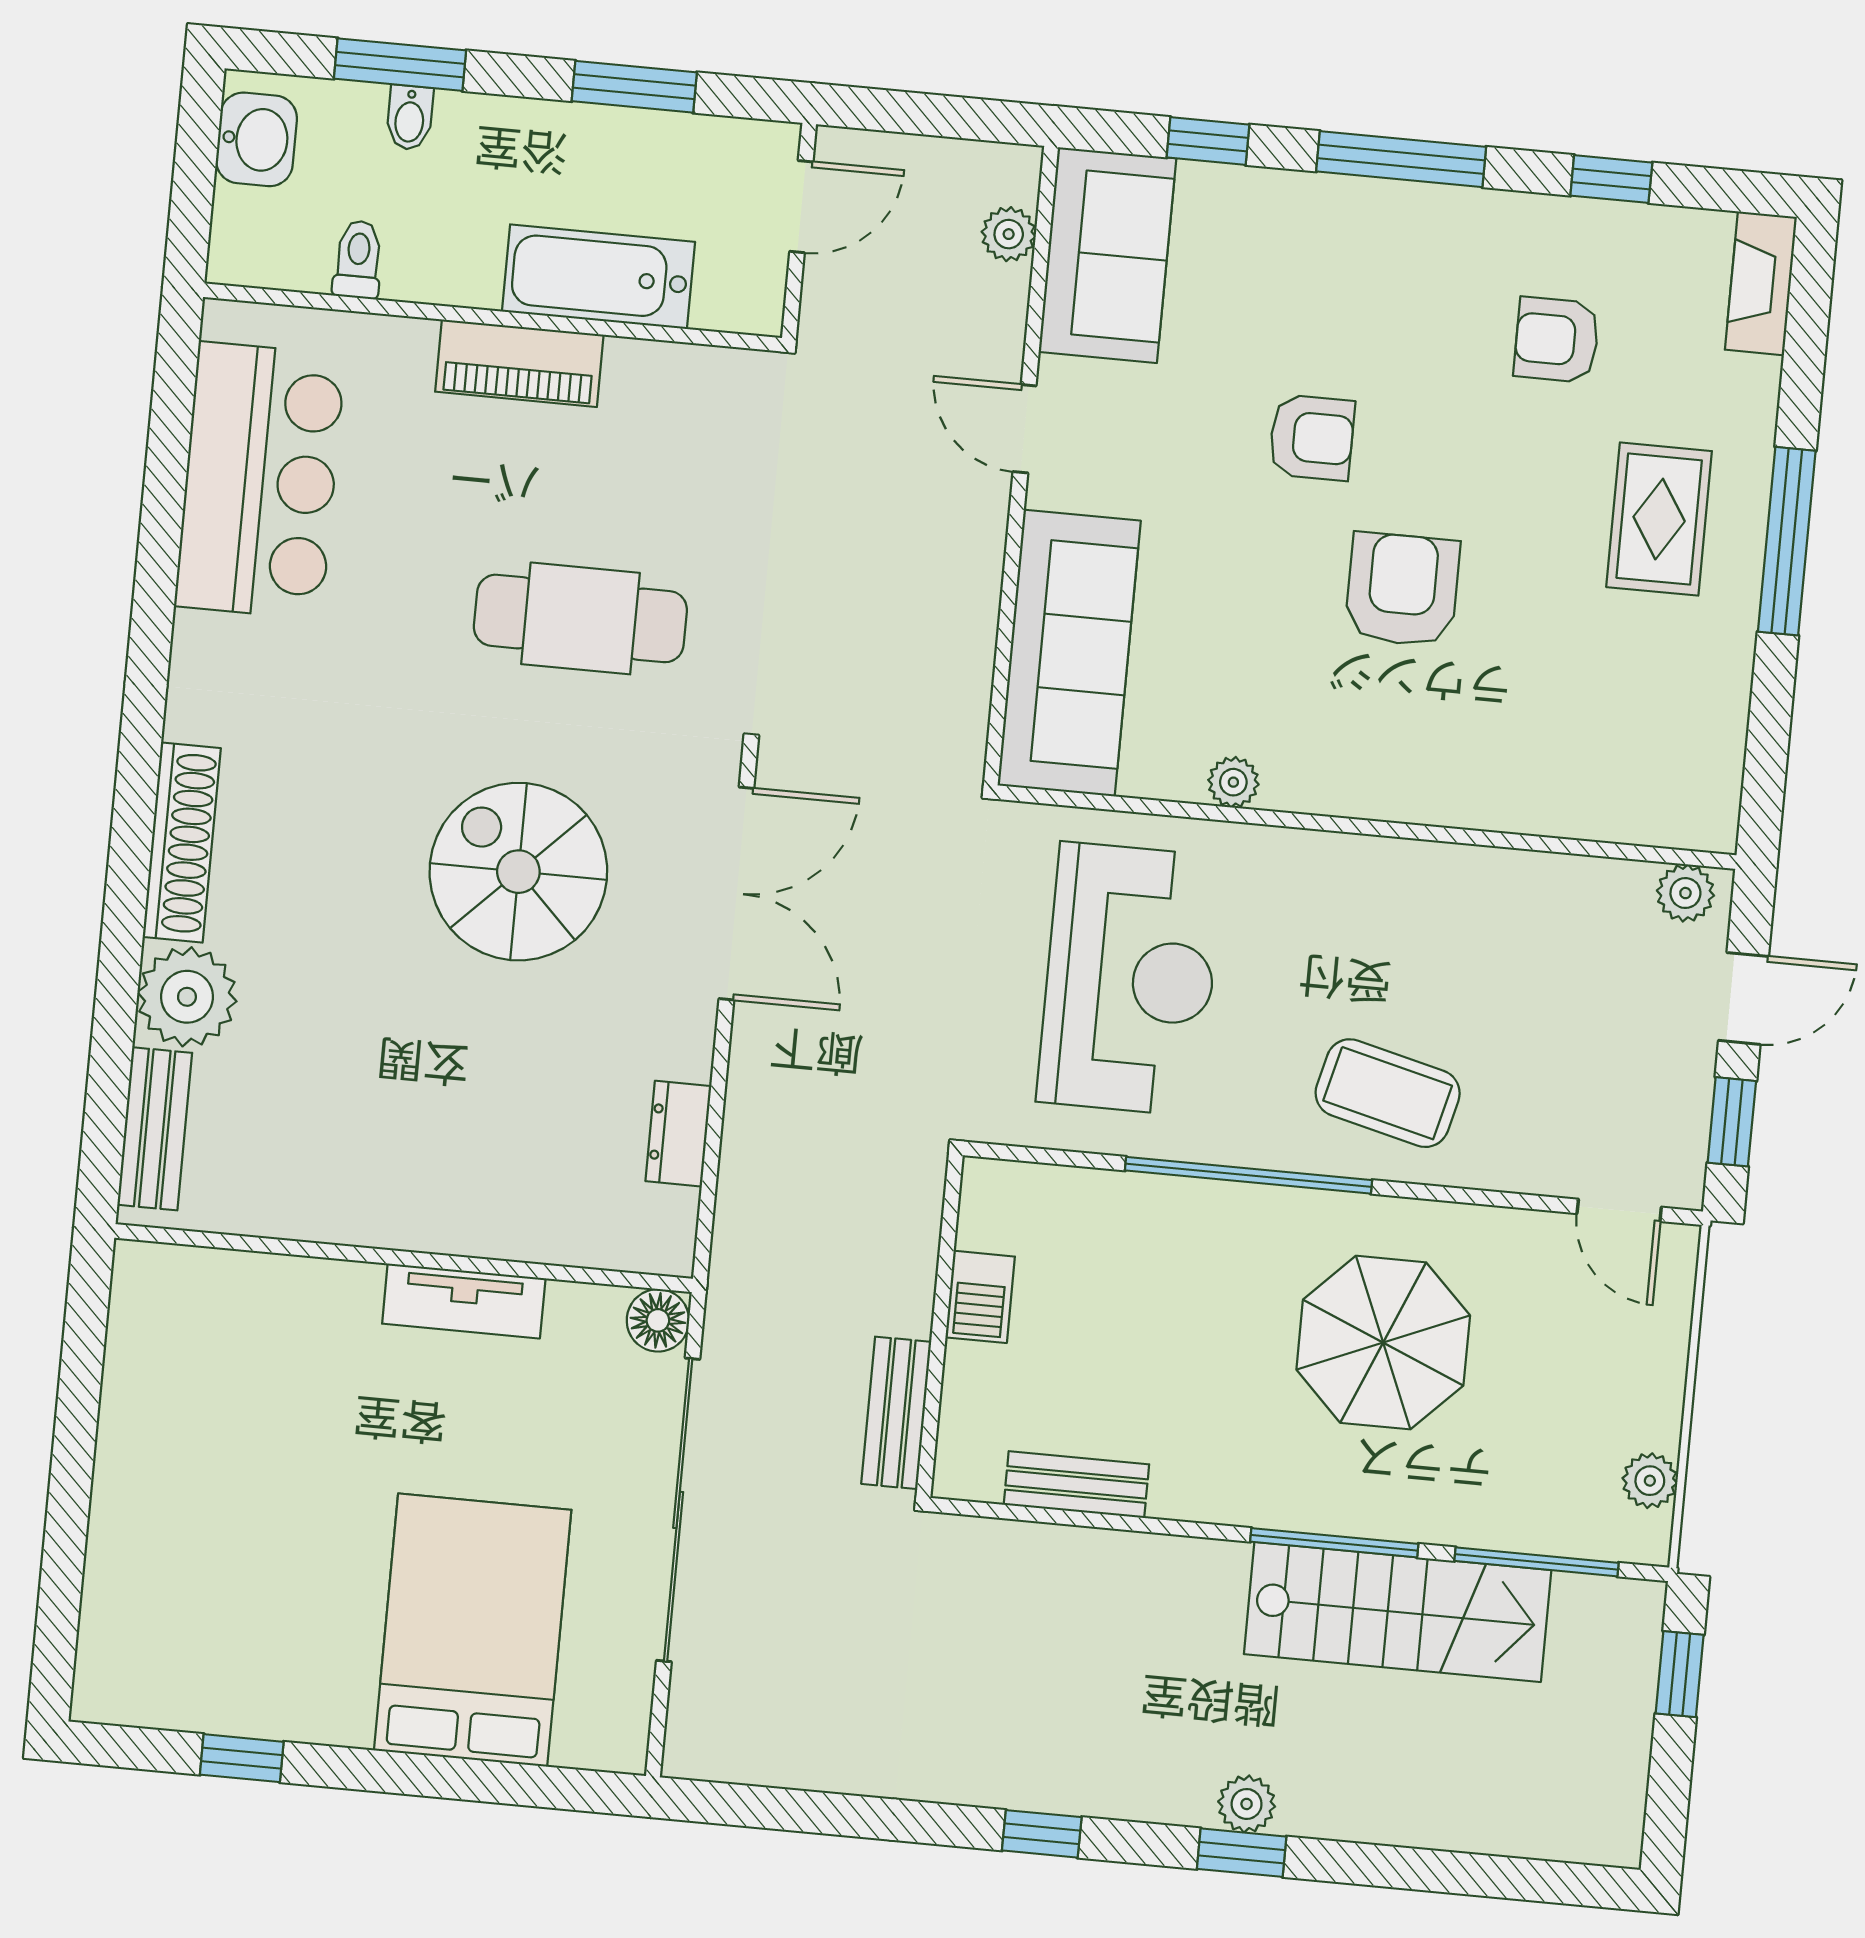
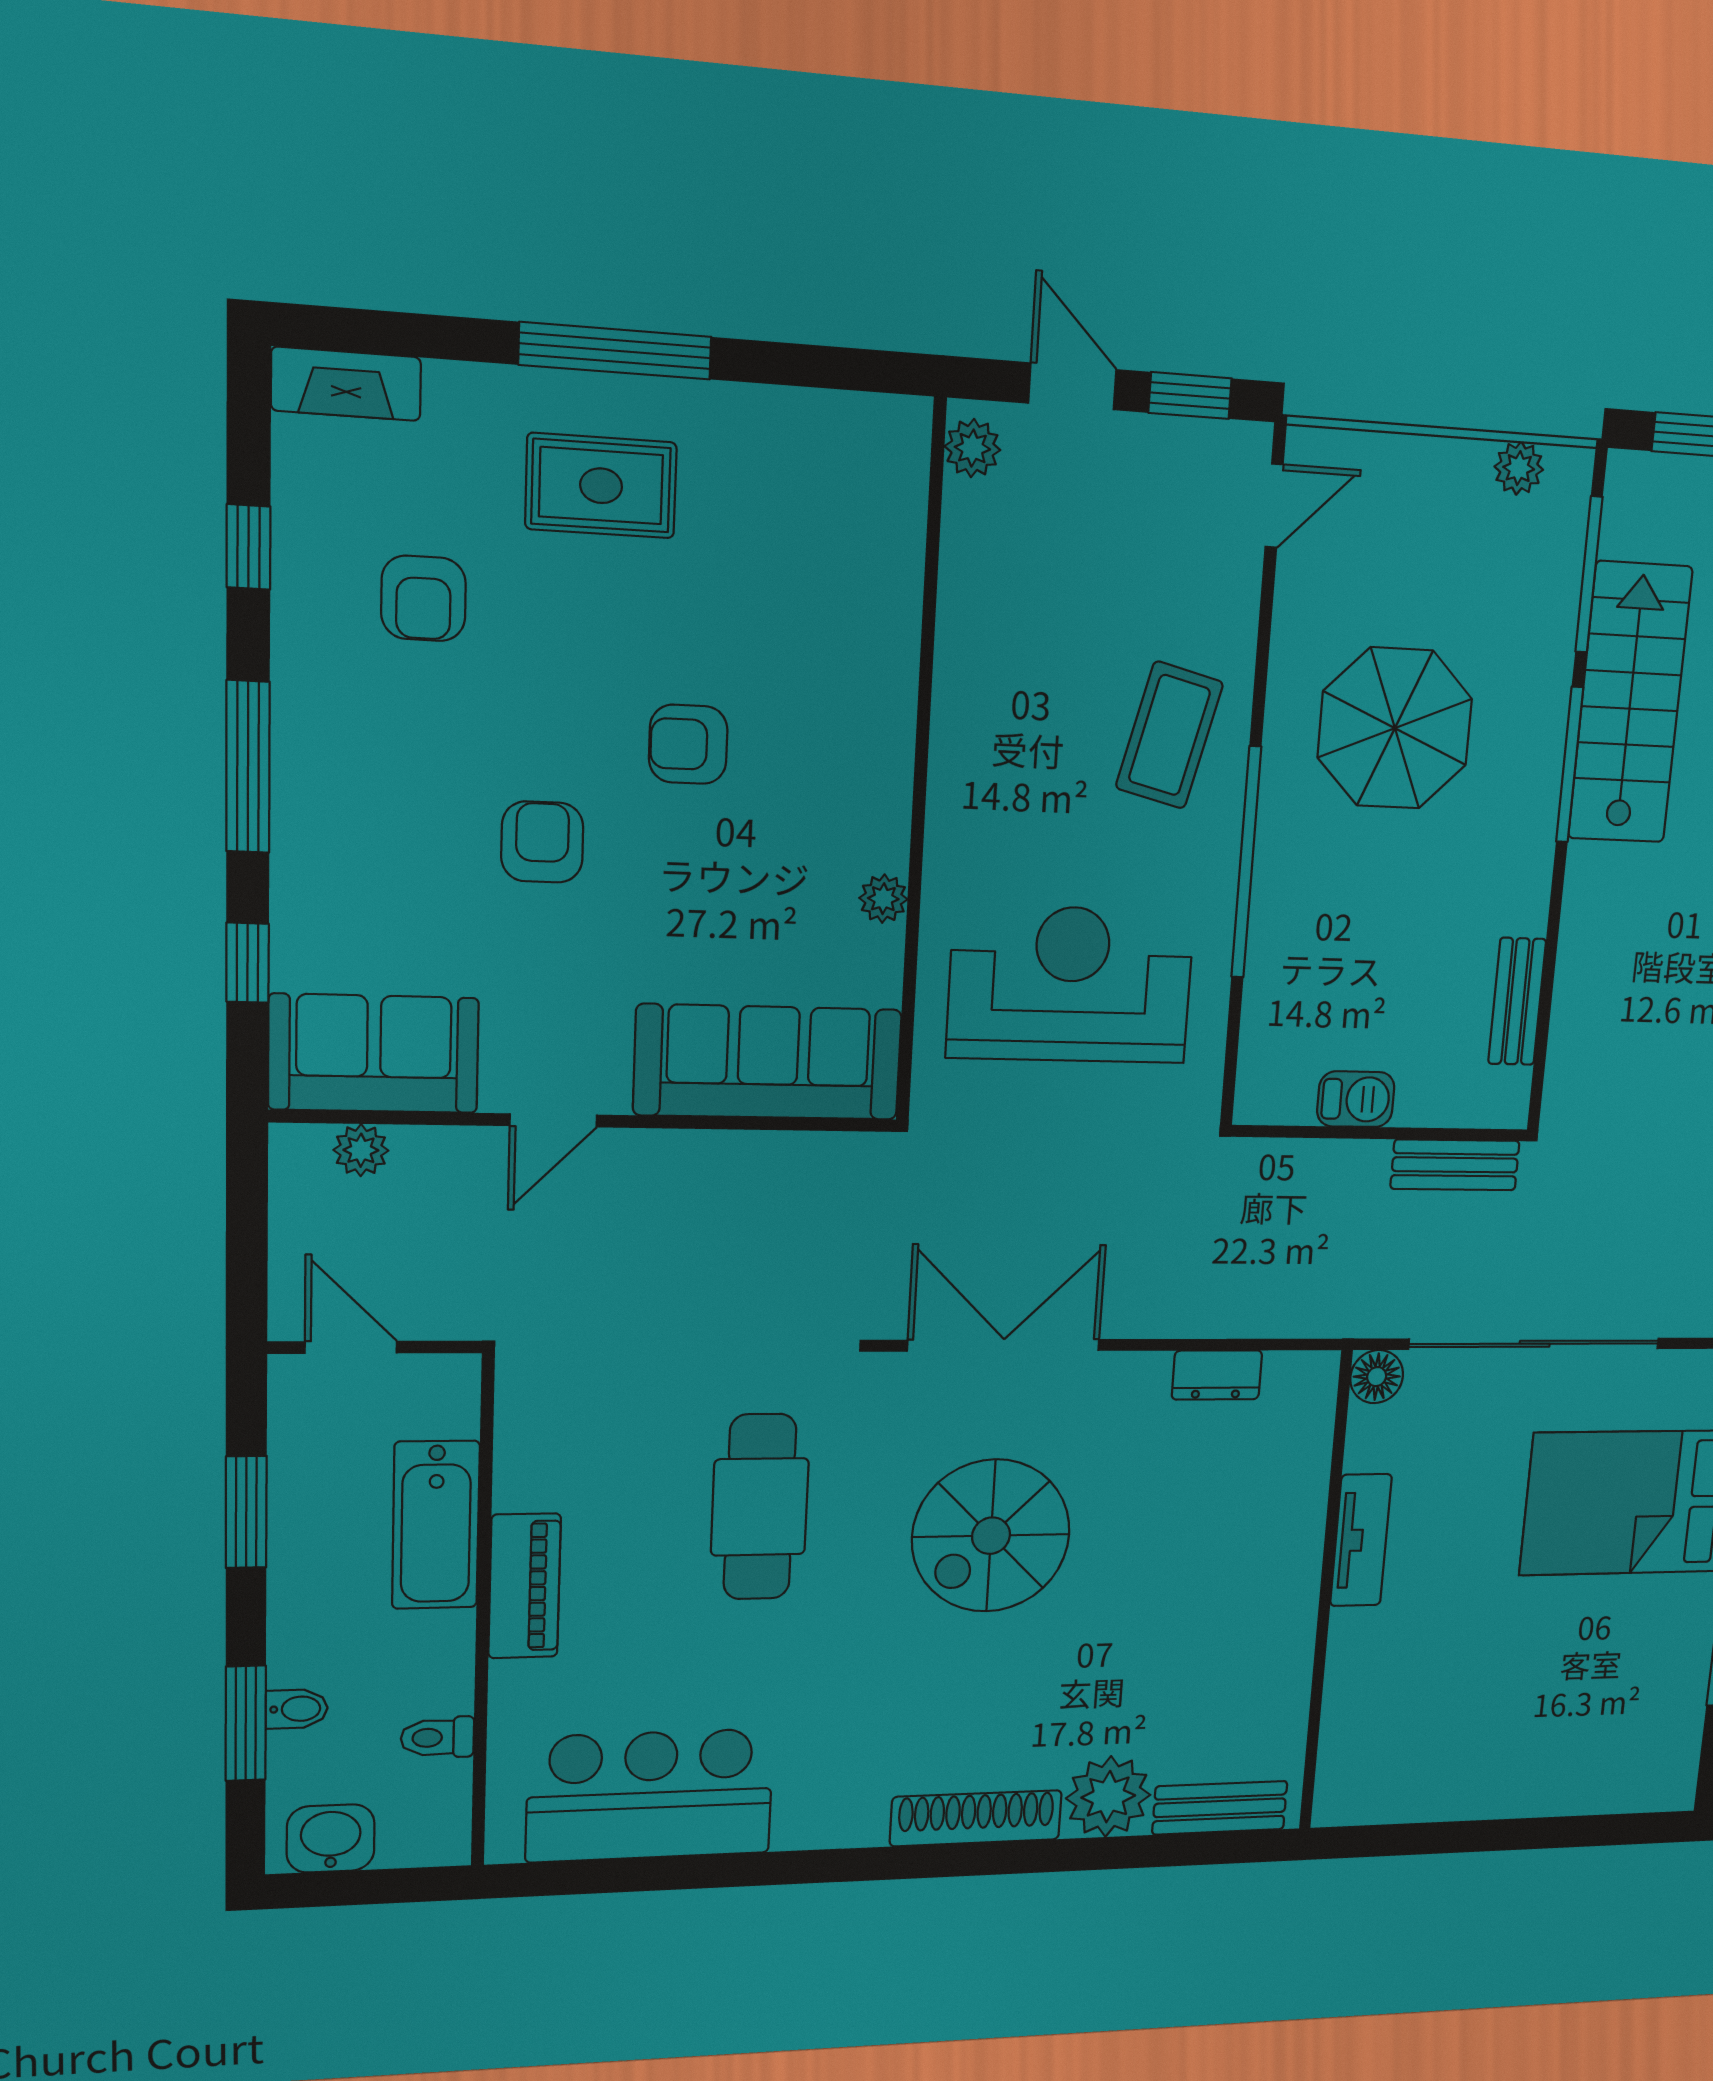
armchair: (1402, 590) -> (688, 744), width x0.72, depth x0.72

